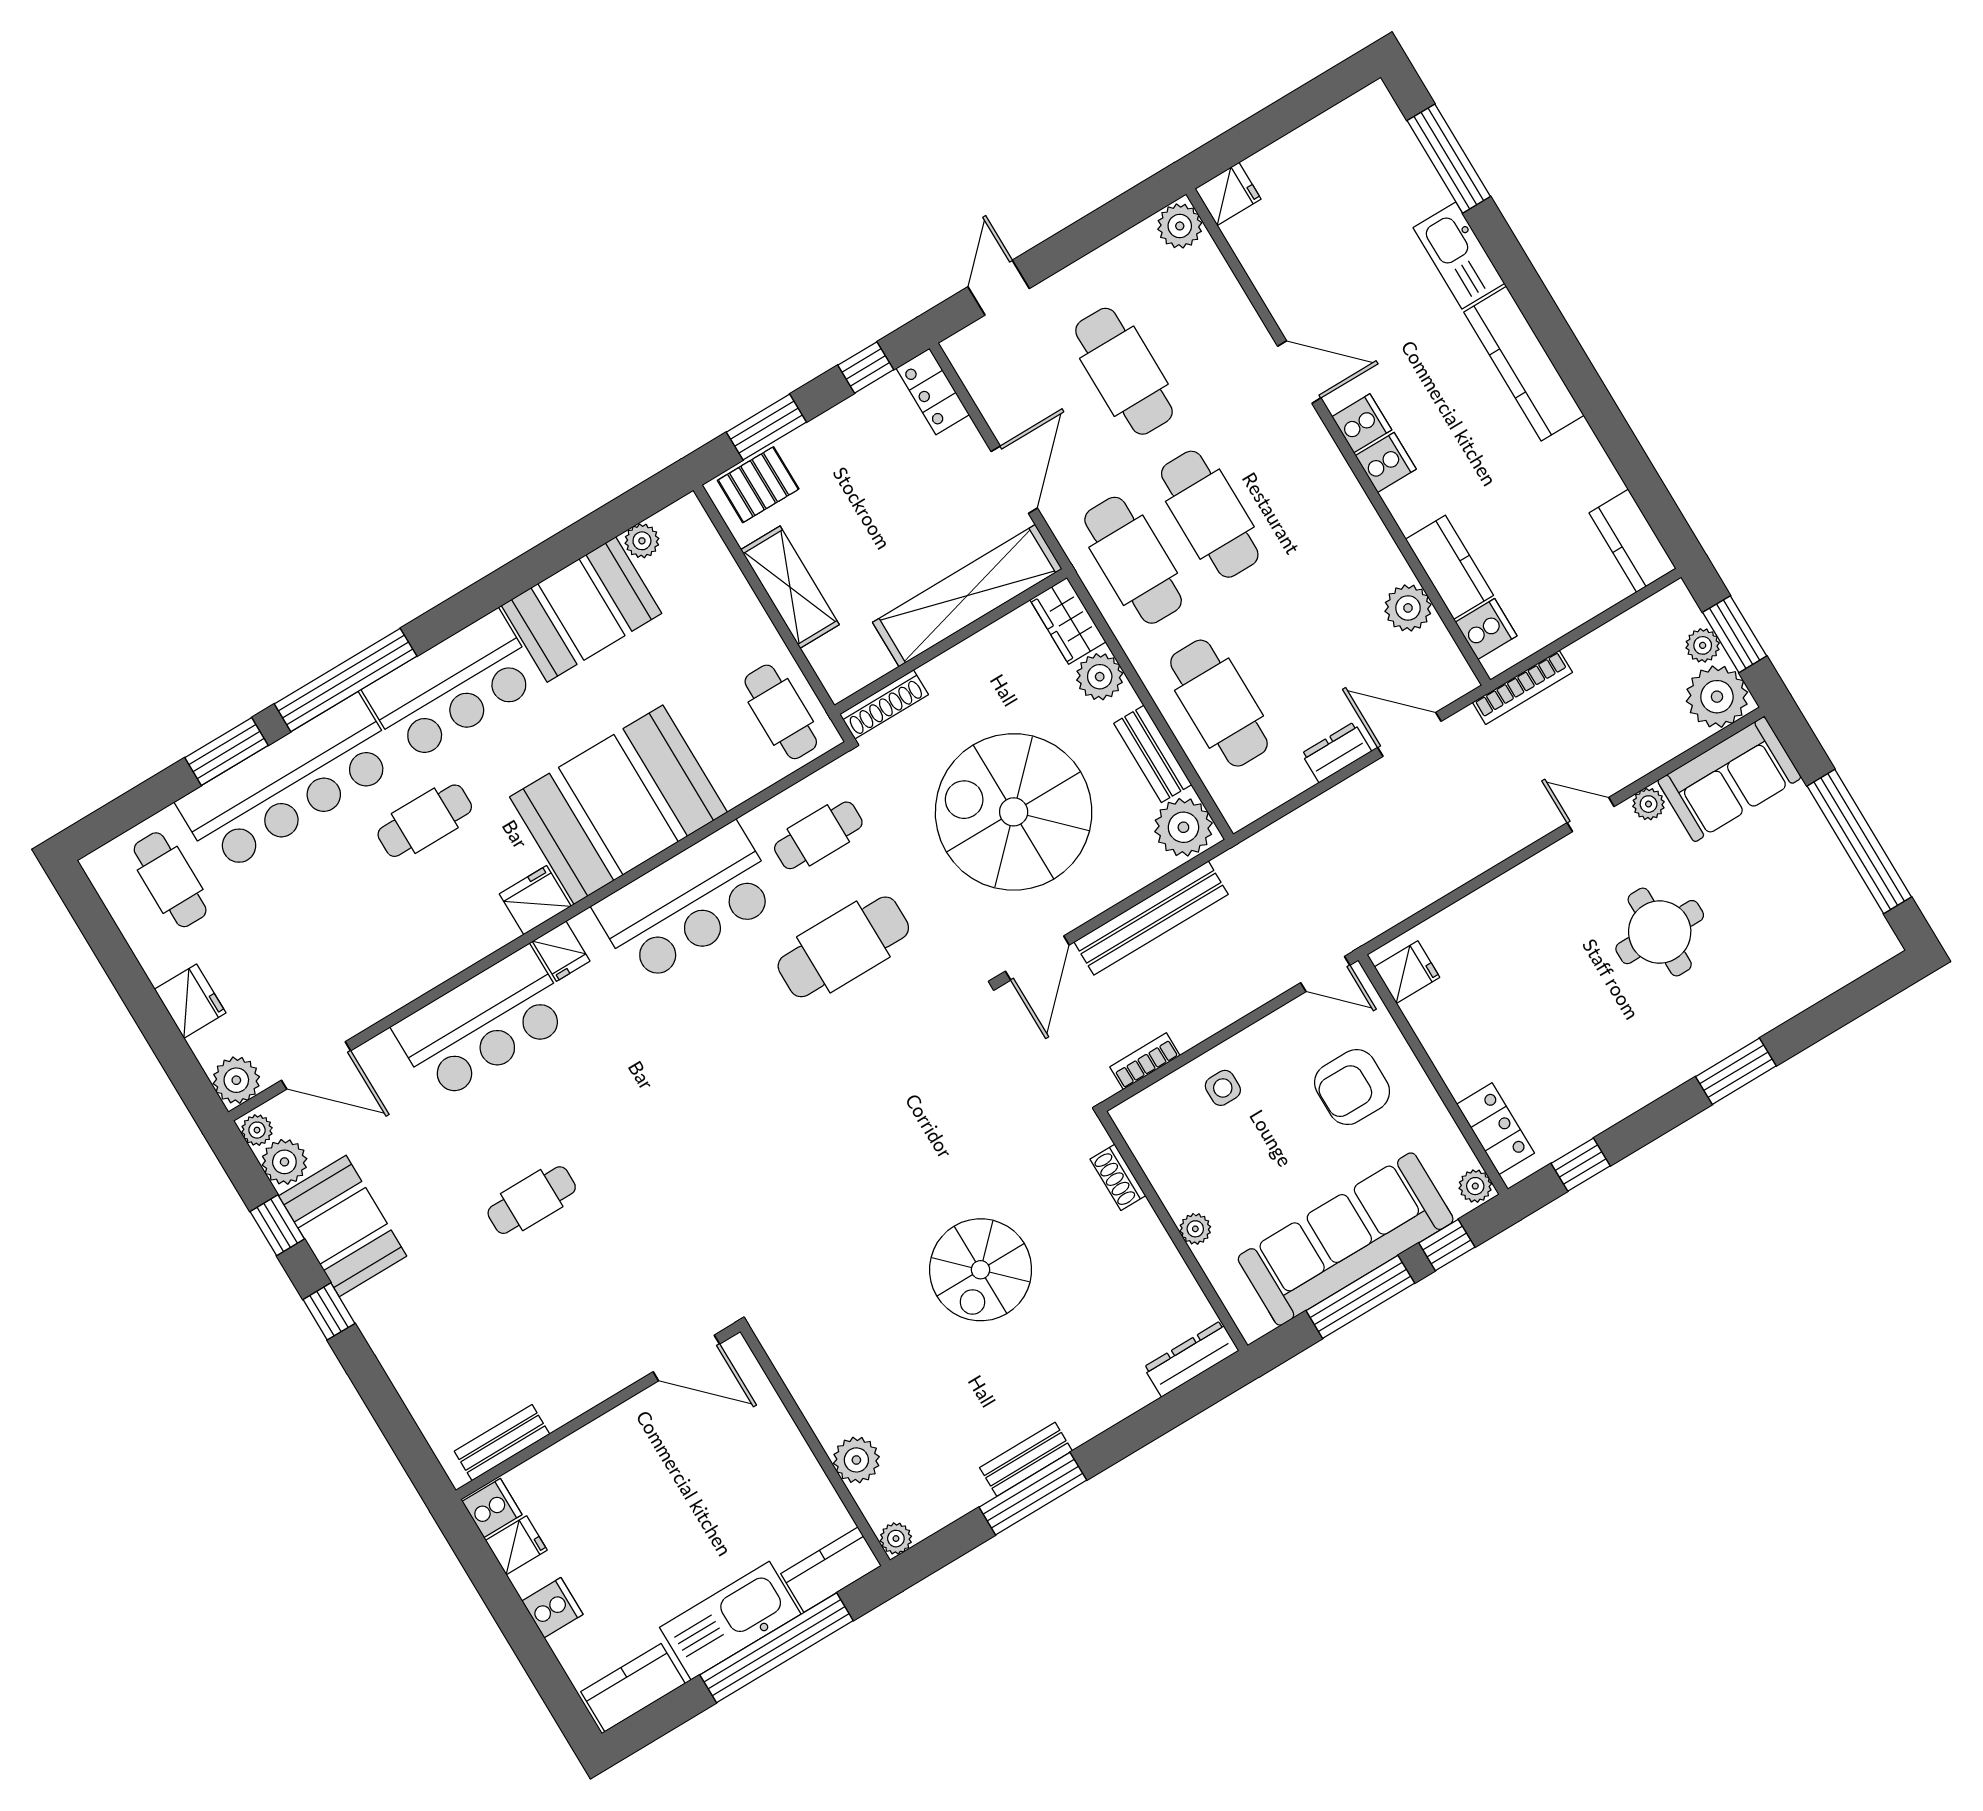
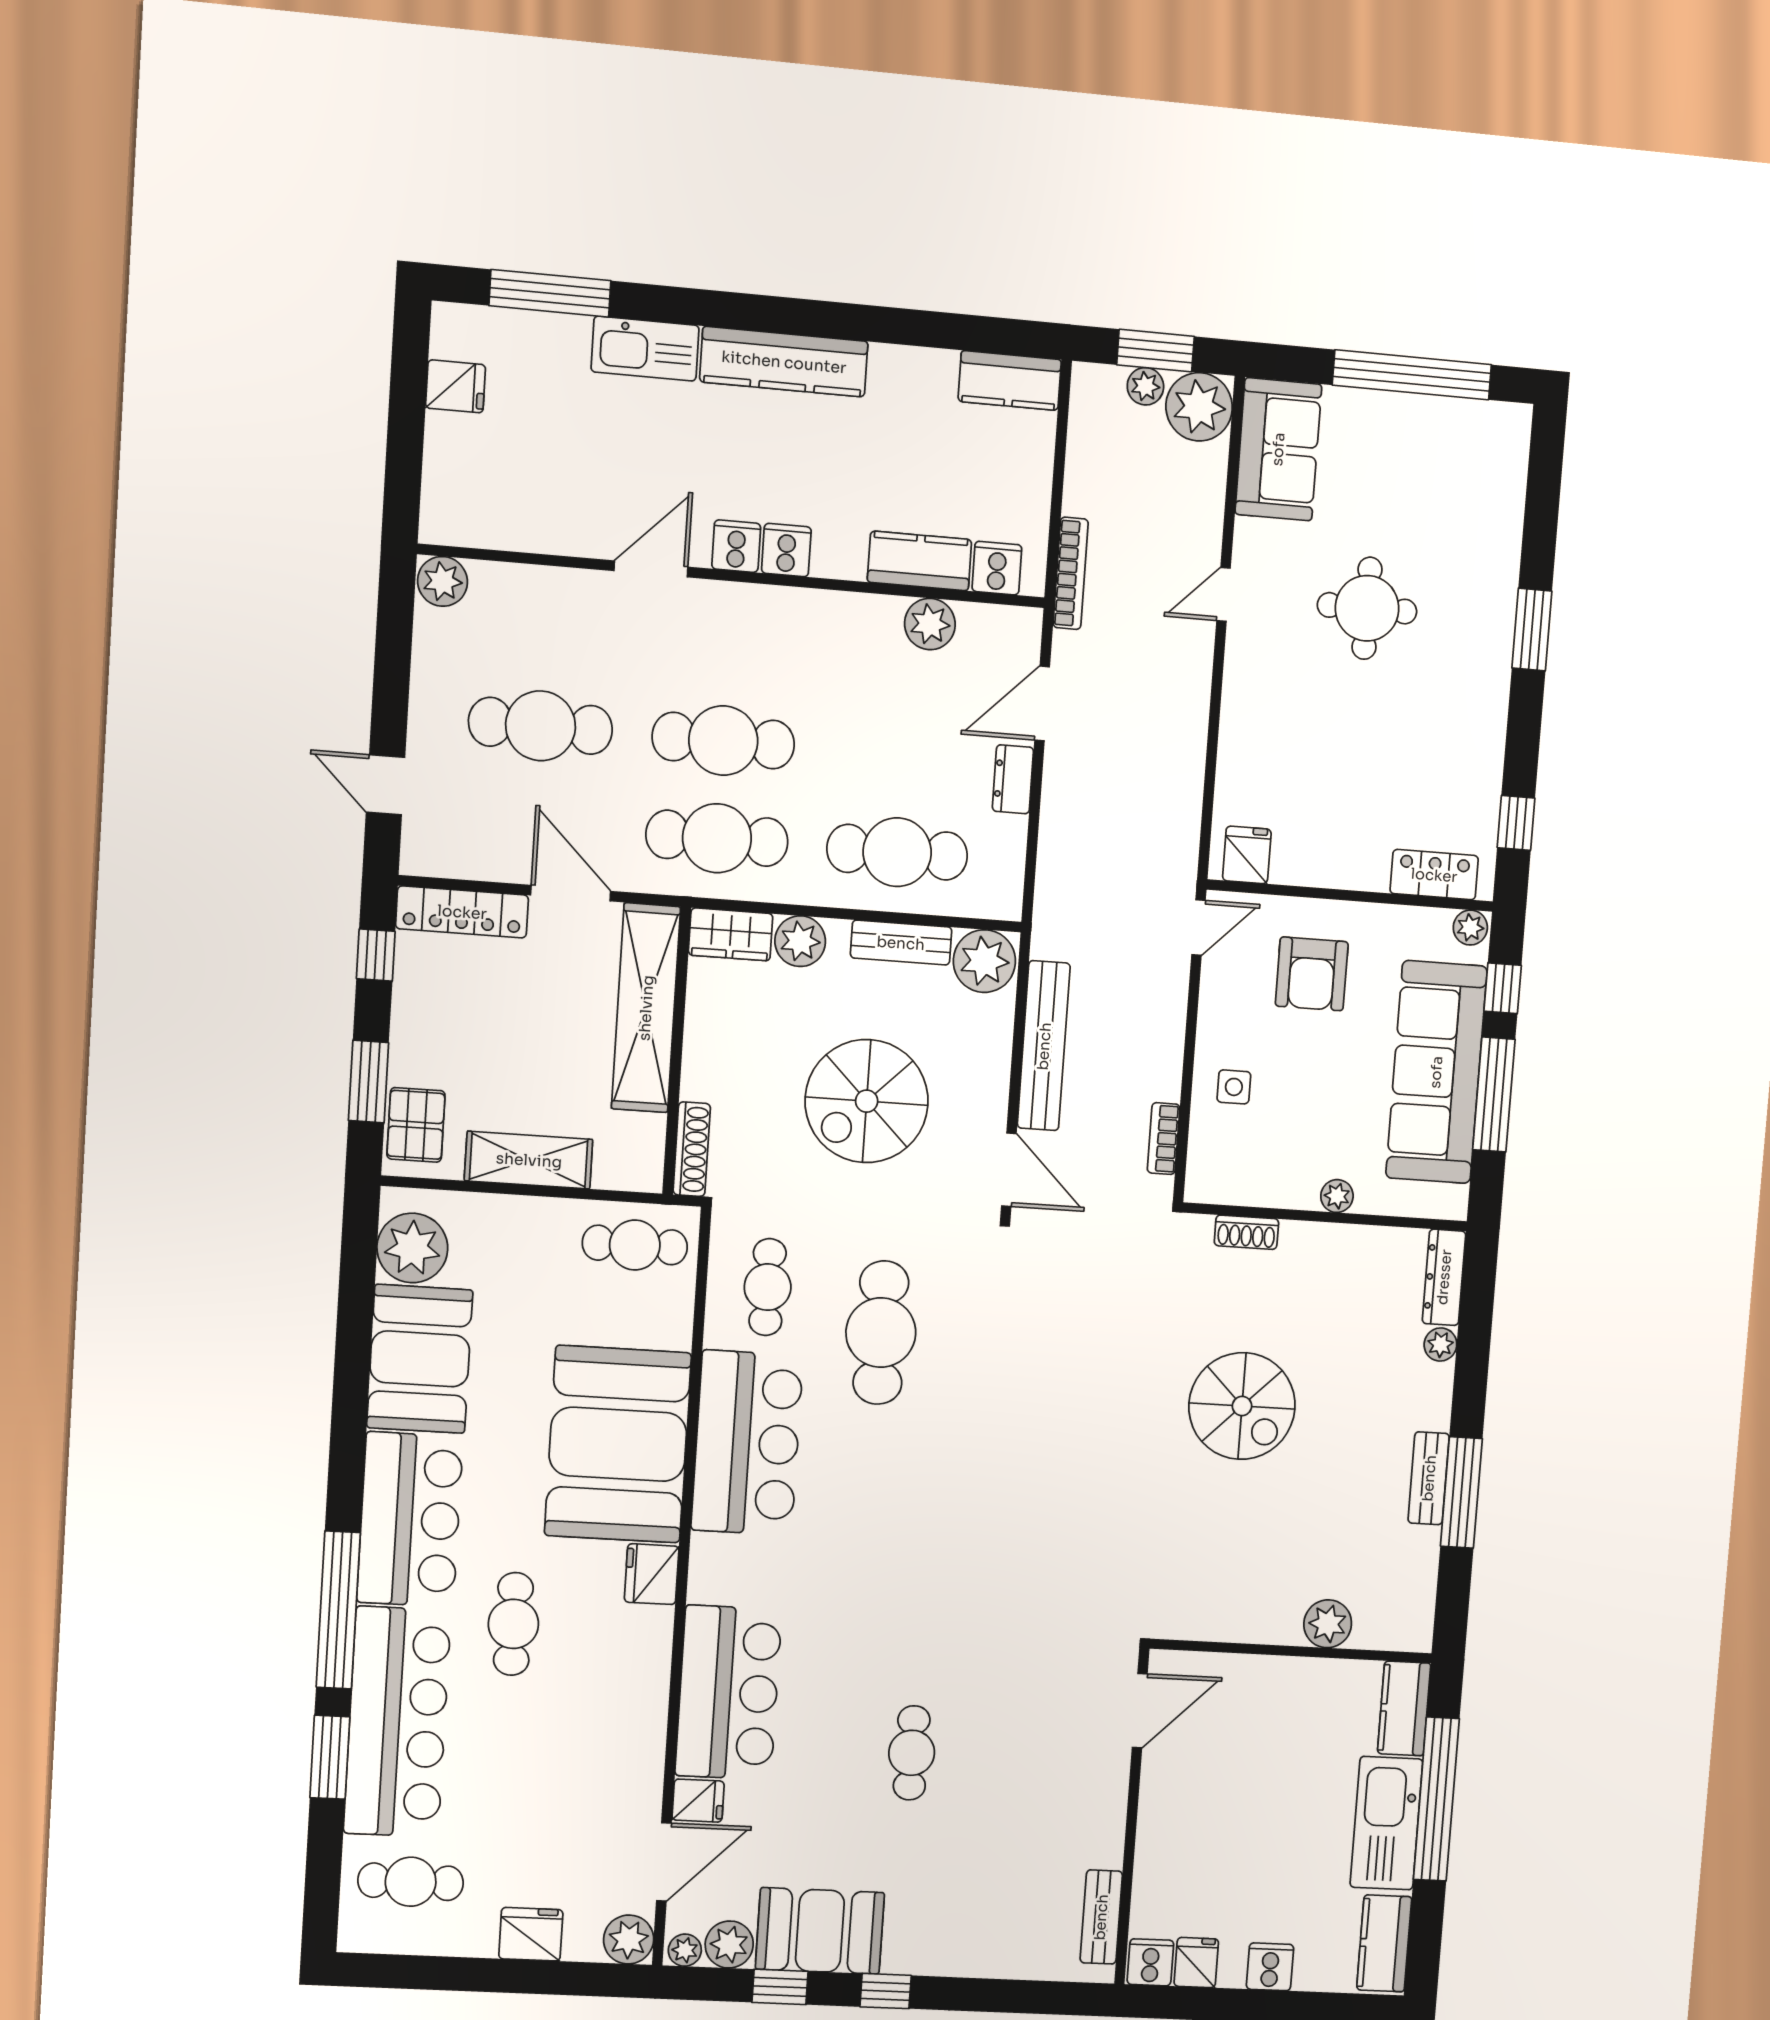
fridge: (1228, 194) -> (456, 386), moved, turned 90
locker: (933, 391) -> (462, 912), width x1.53
plant: (642, 541) -> (412, 1248), width x1.87, depth x1.87
plant: (1649, 804) -> (1250, 537), removed
spiral stairs: (1014, 812) -> (867, 1101), width x0.73, depth x0.73
fridge: (561, 951) -> (698, 1801), moved
plant: (896, 1539) -> (1440, 1345), moved

